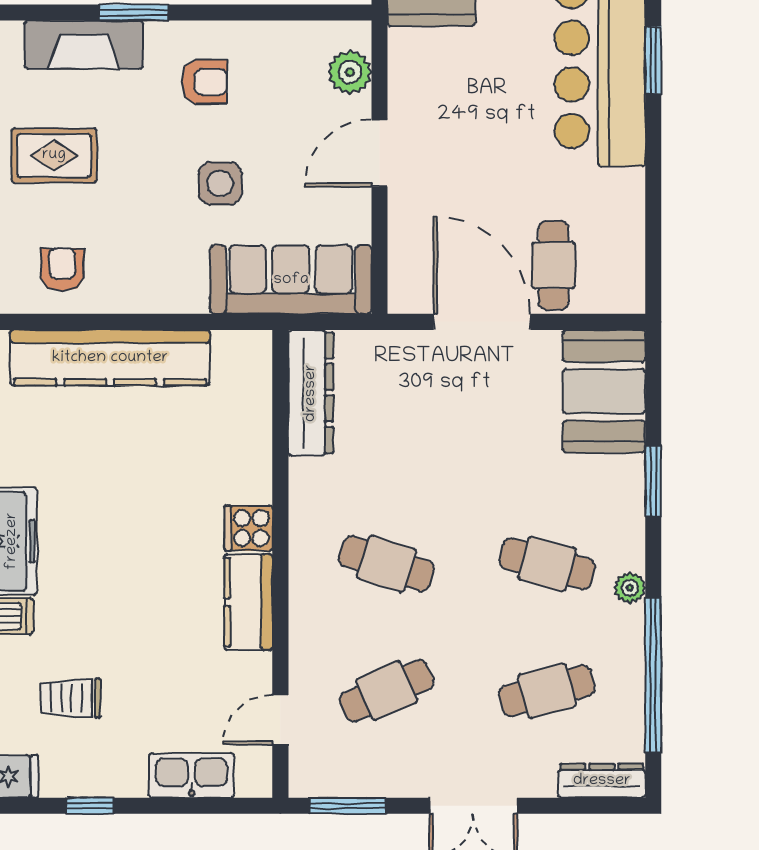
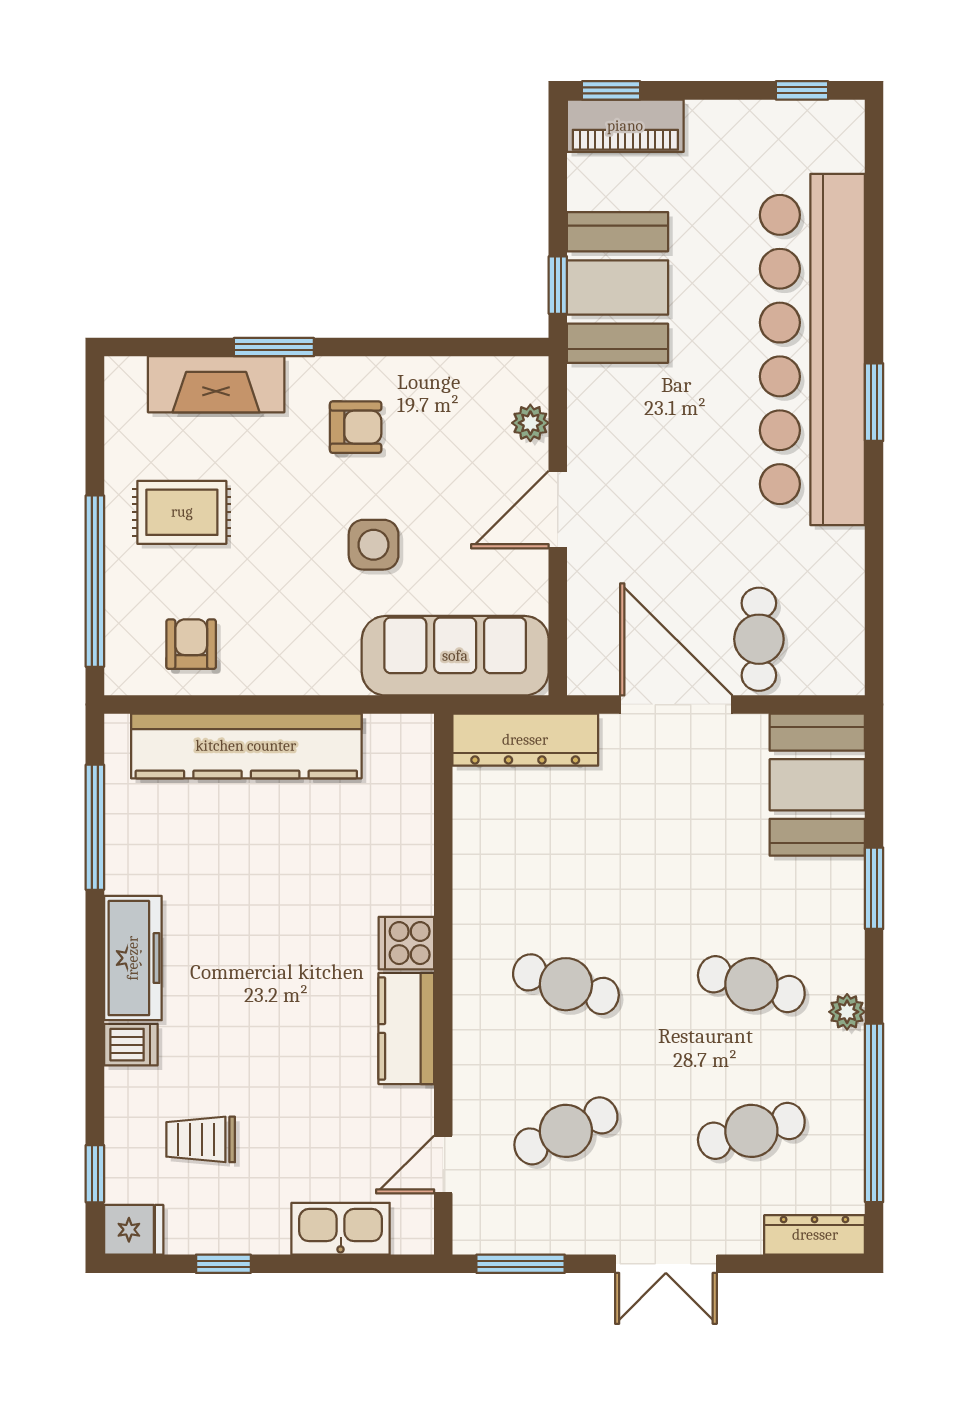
plant: (350, 72) -> (530, 423), width x0.73, depth x0.73
dresser: (311, 393) -> (525, 740), moved, turned 90

